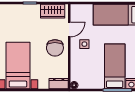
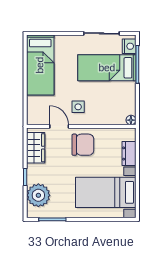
plant: (16, 13) -> (38, 195), added
dresser: (59, 84) -> (129, 154), moved

